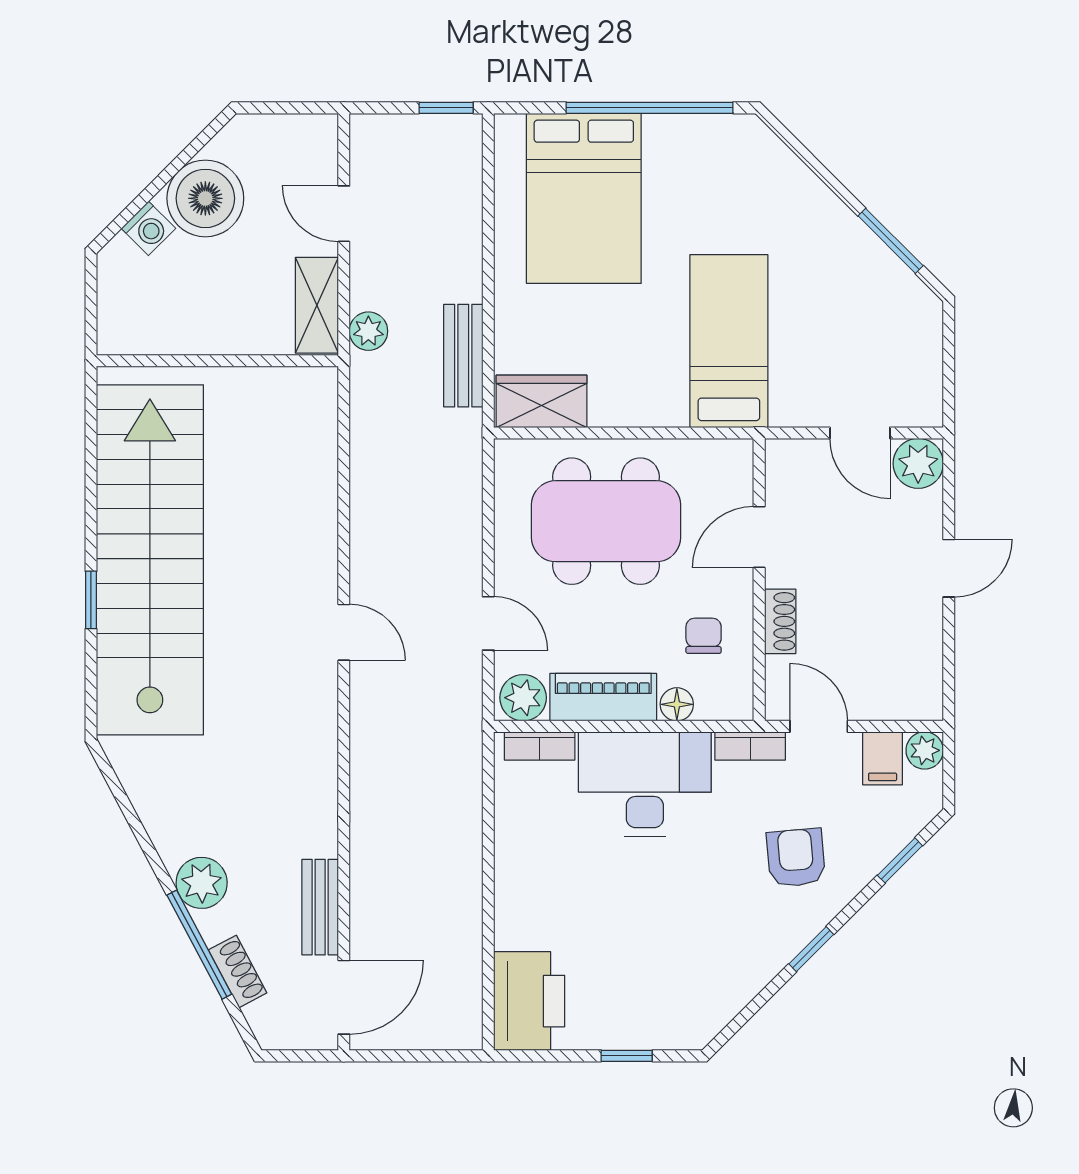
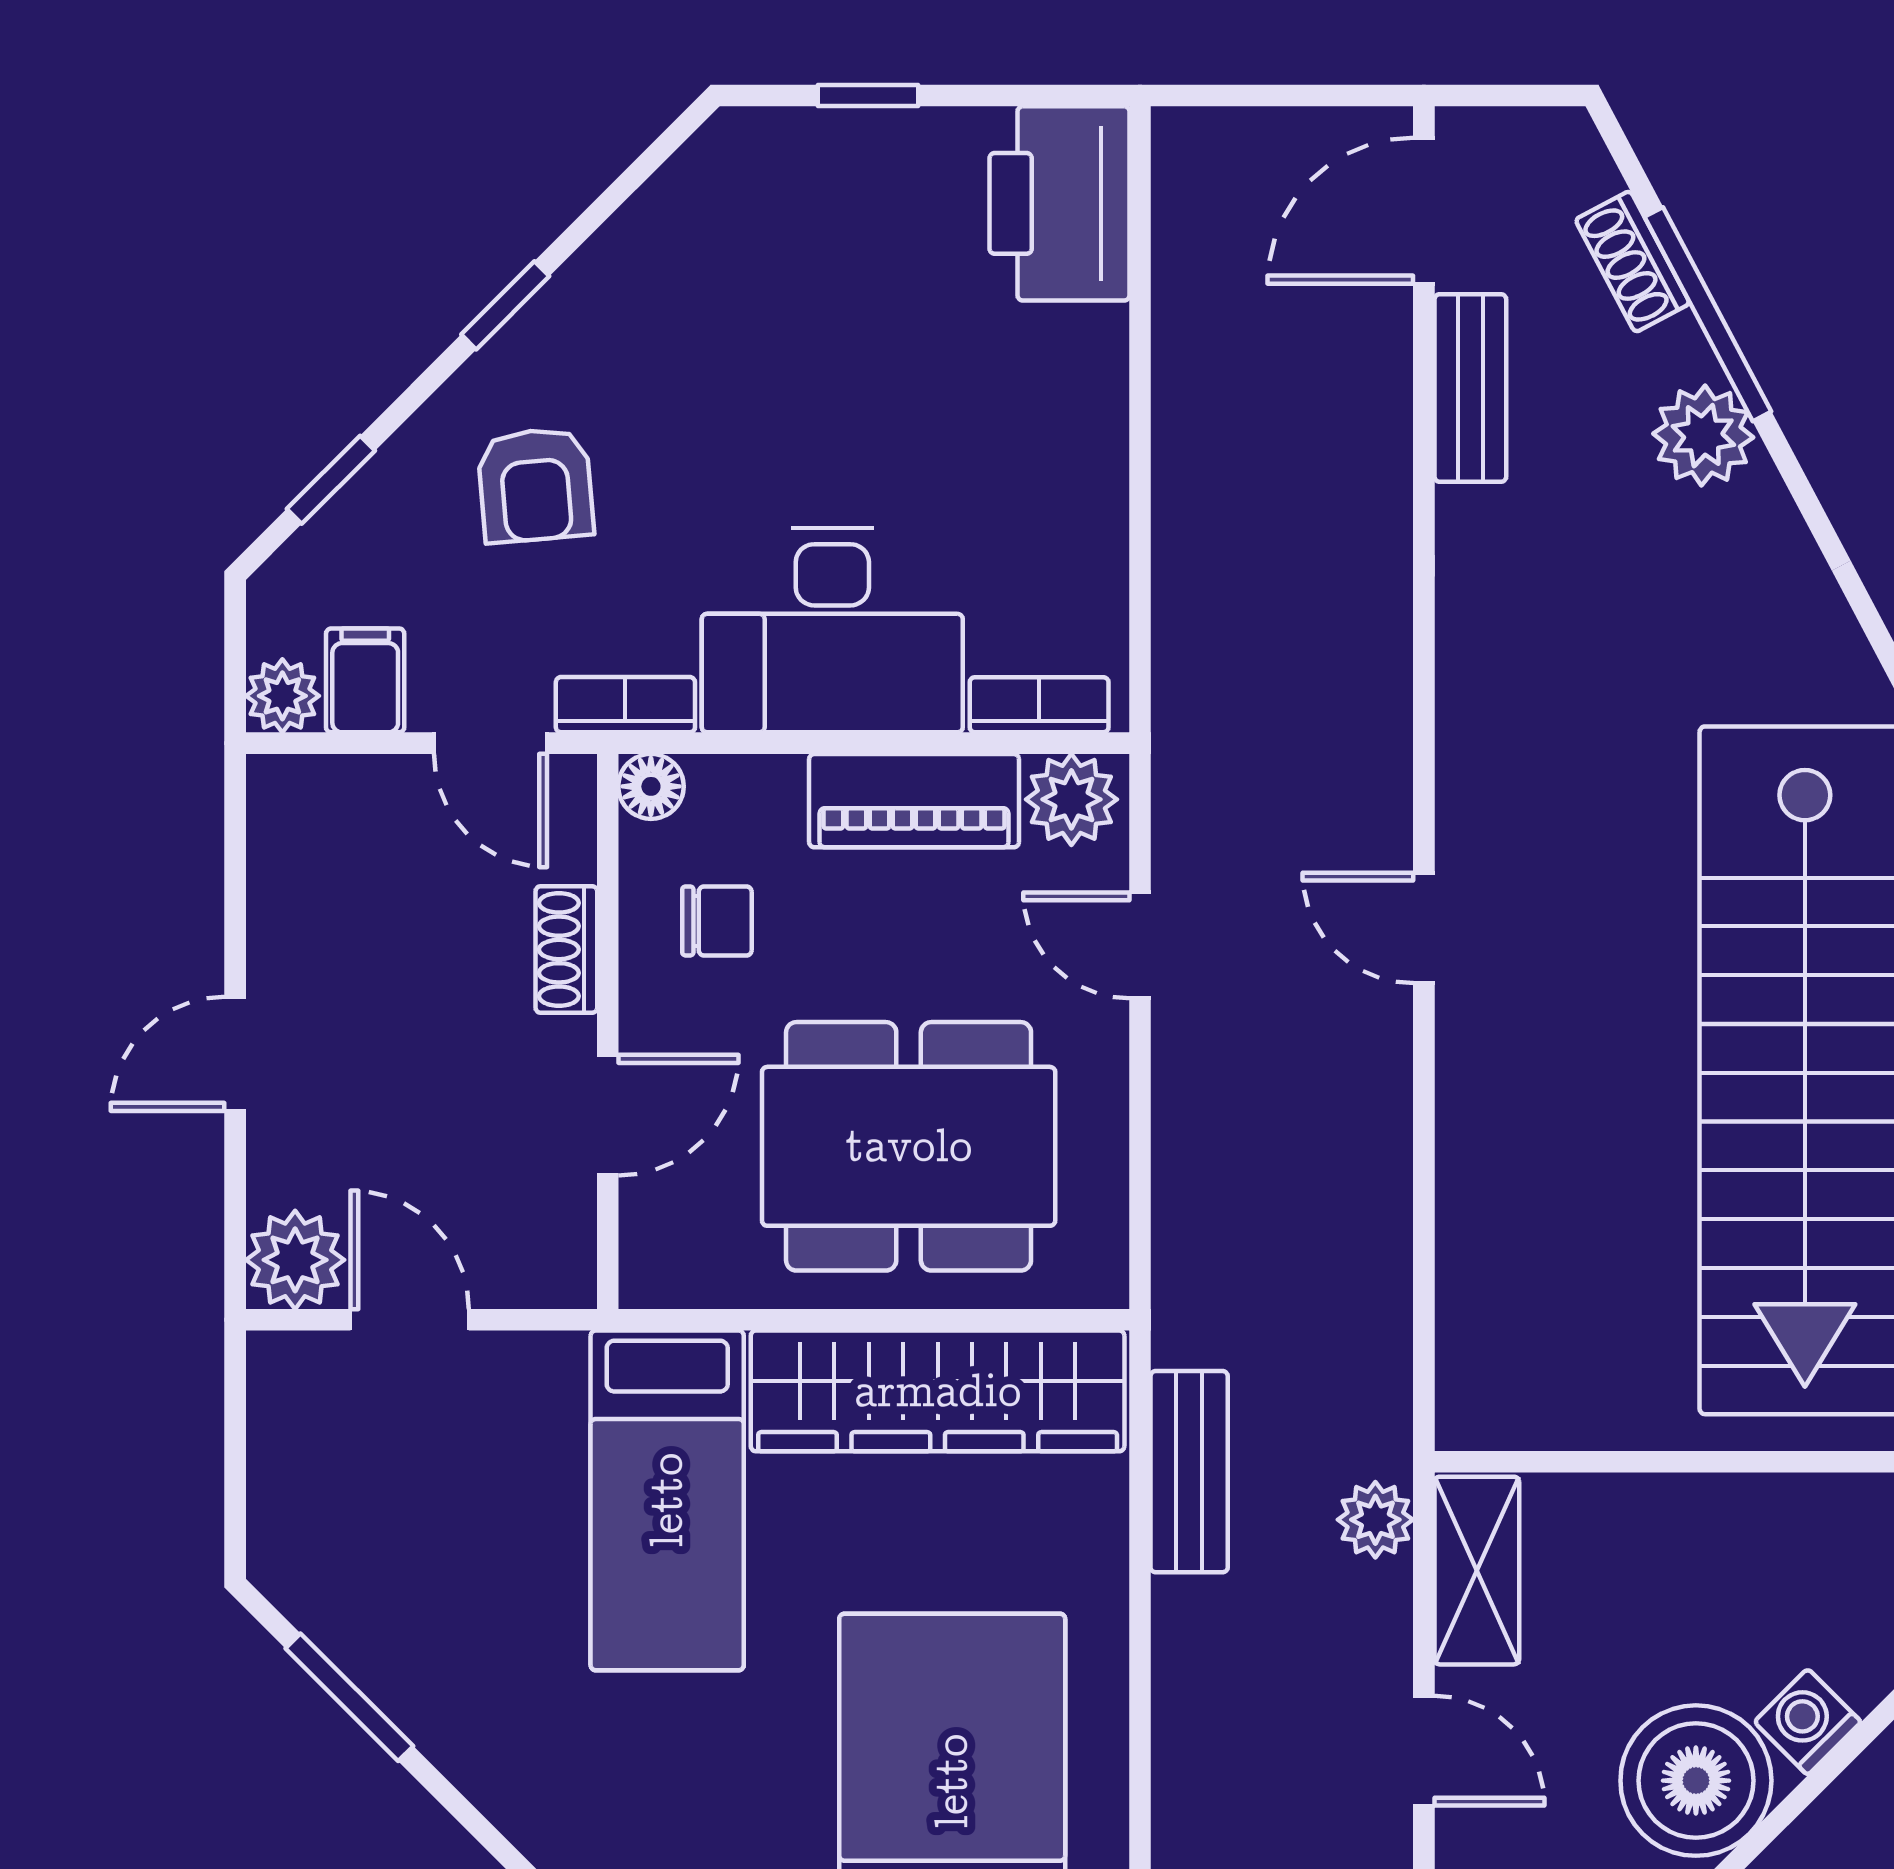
wardrobe: (542, 401) -> (938, 1391), width x2.10, depth x1.17
chair: (704, 636) -> (717, 921), turned -90
floor lamp: (677, 704) -> (651, 786), moved

